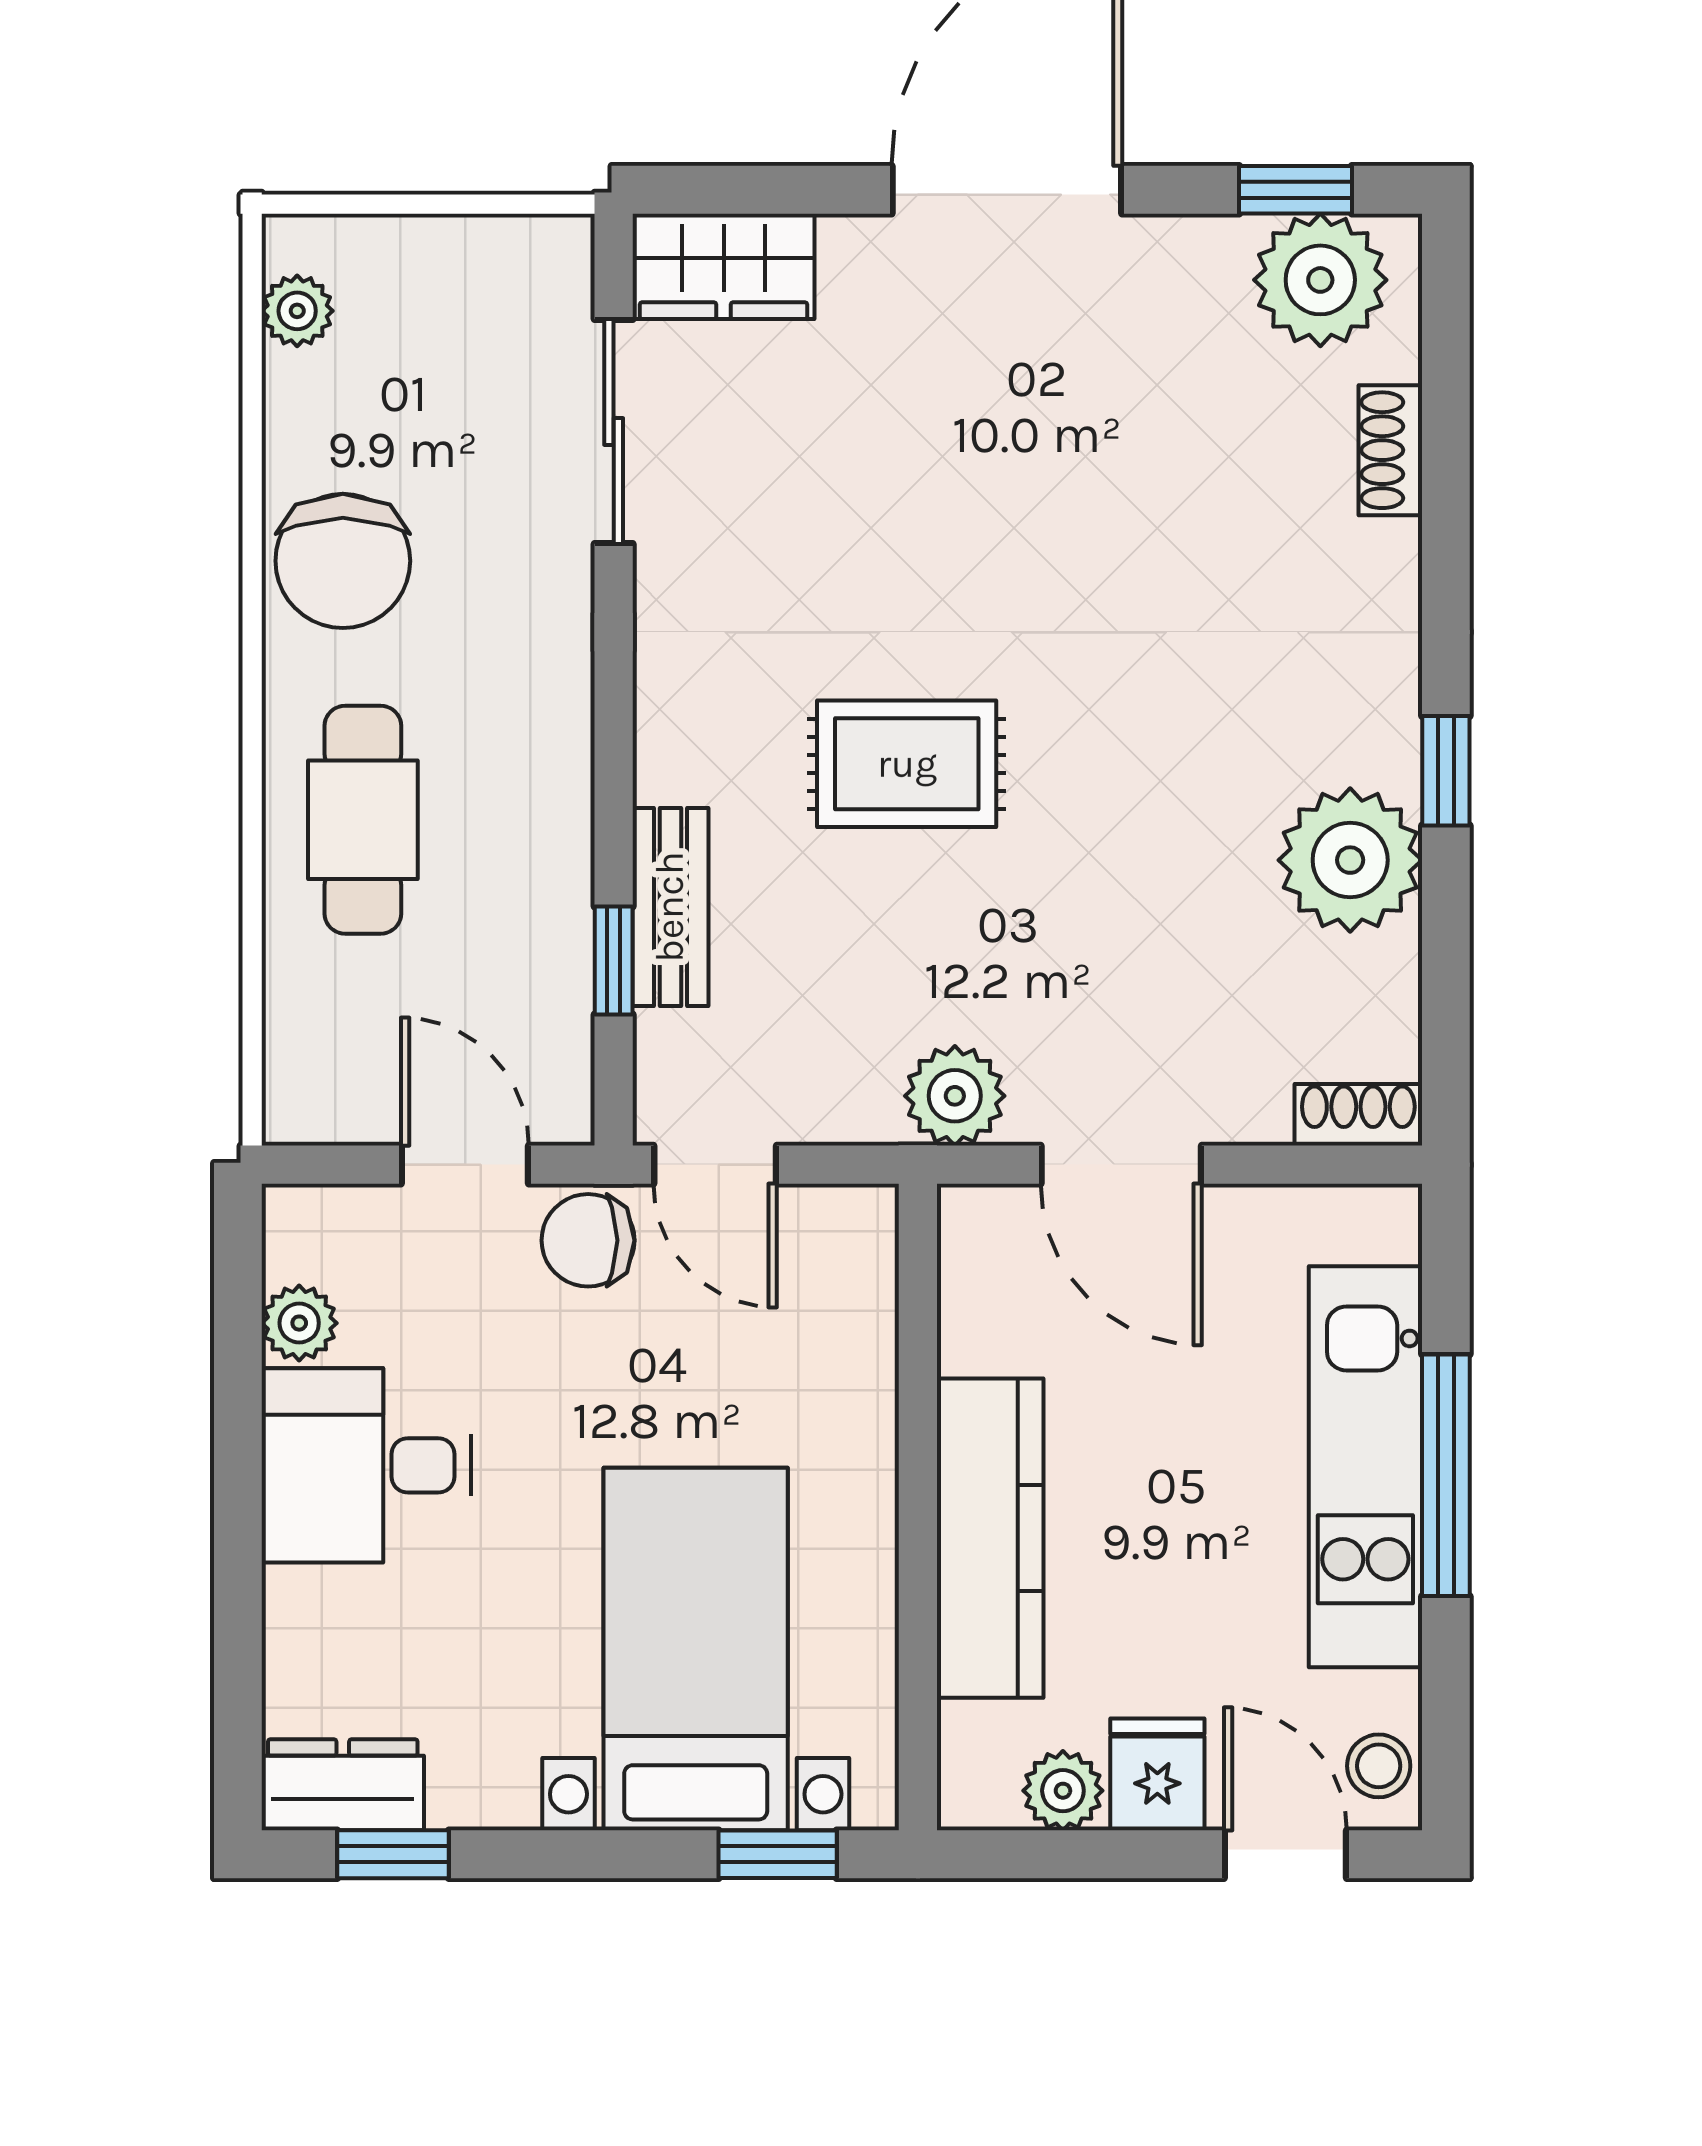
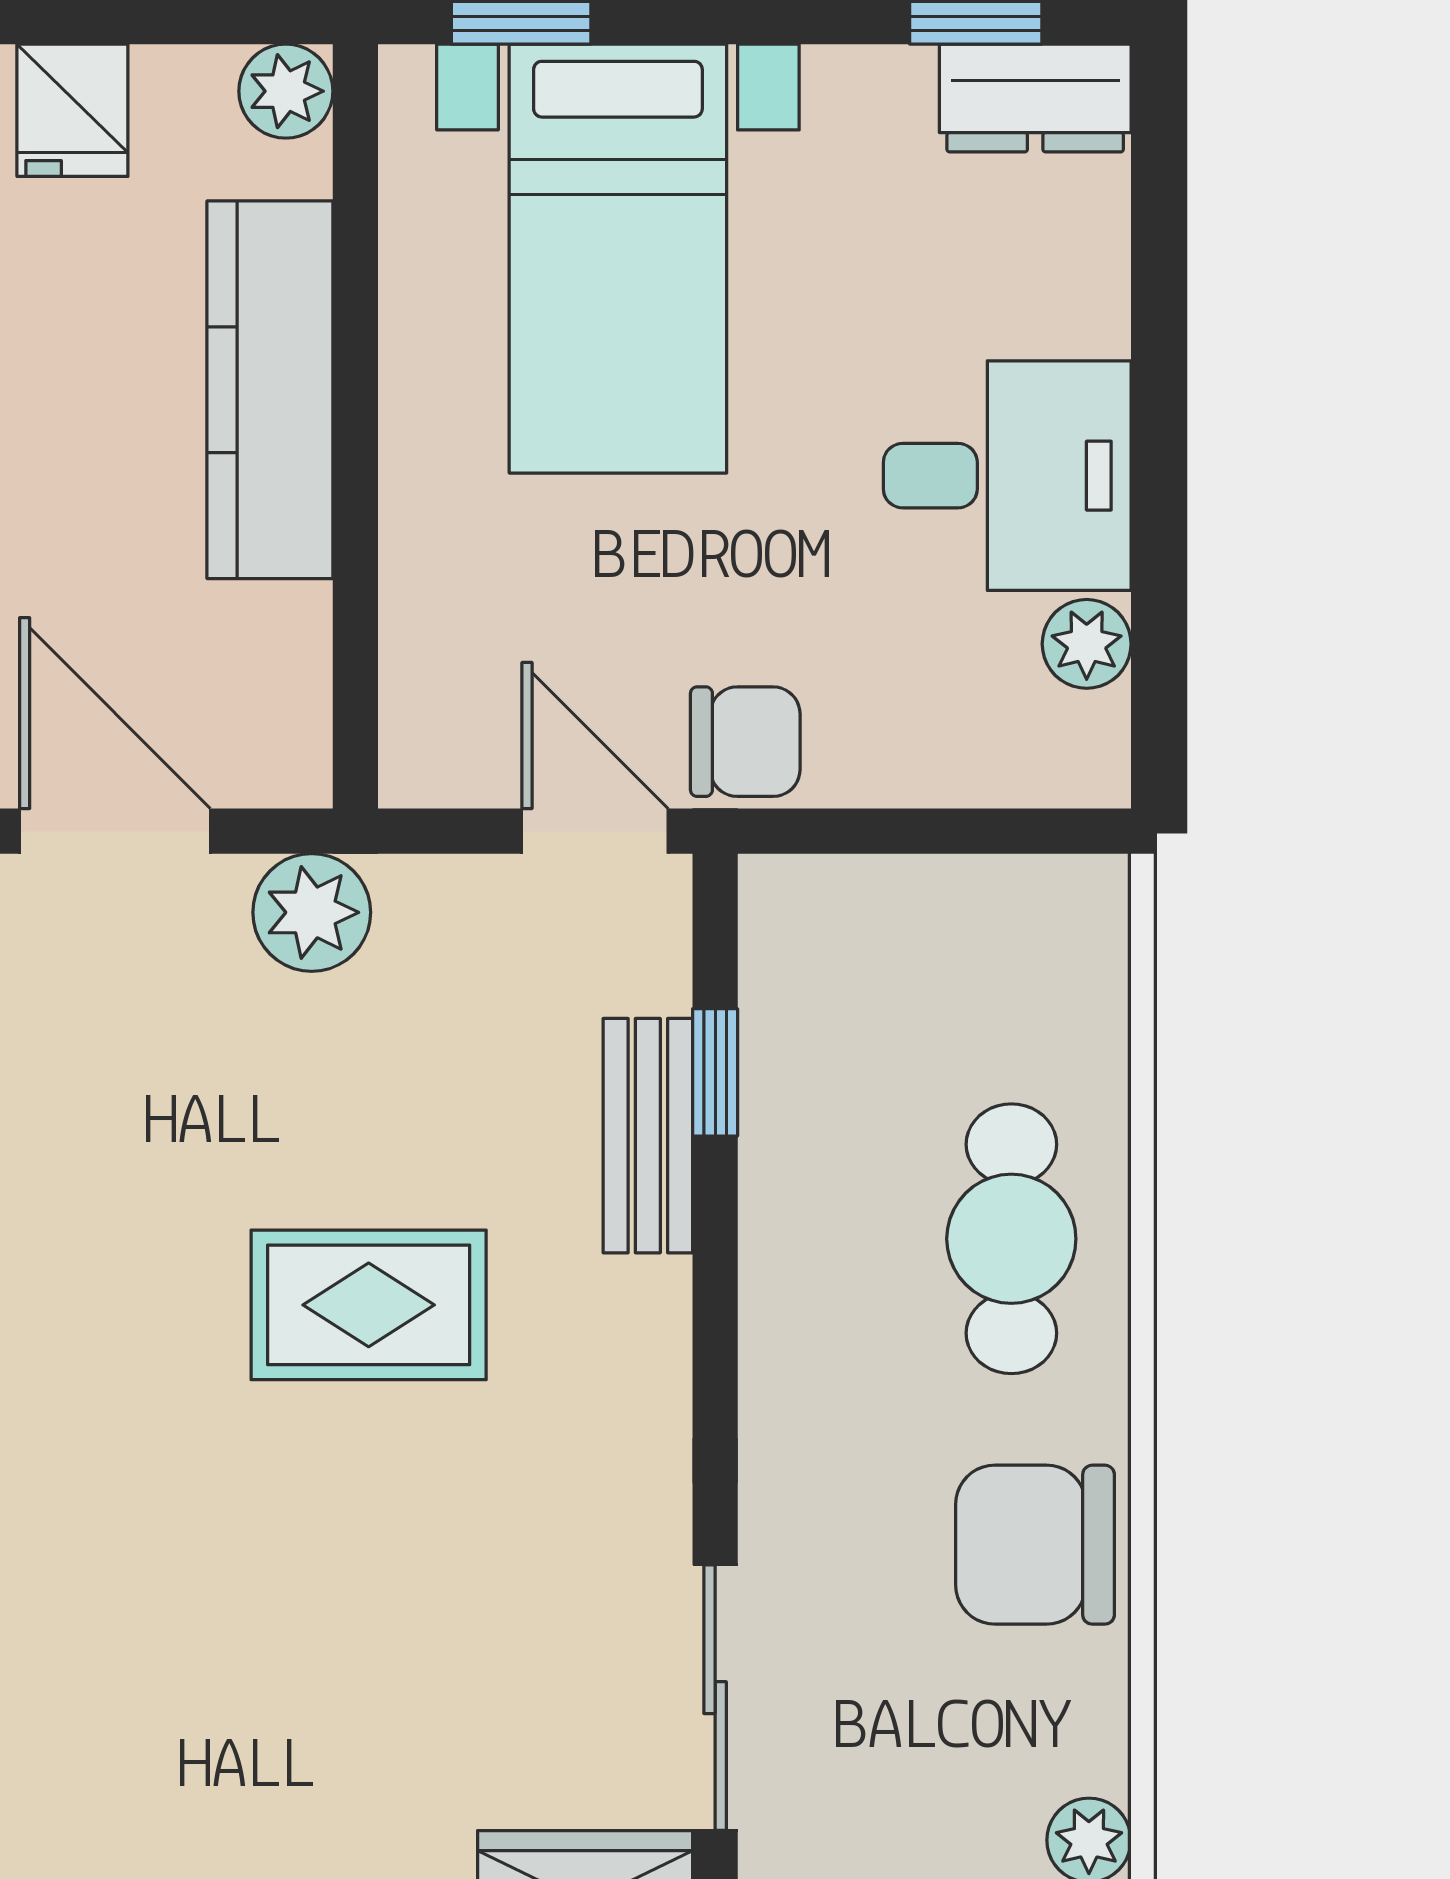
chair: (343, 561) -> (1035, 1545), turned -90
door: (465, 1165) -> (891, 831), removed
plant: (1063, 1791) -> (286, 91), moved

